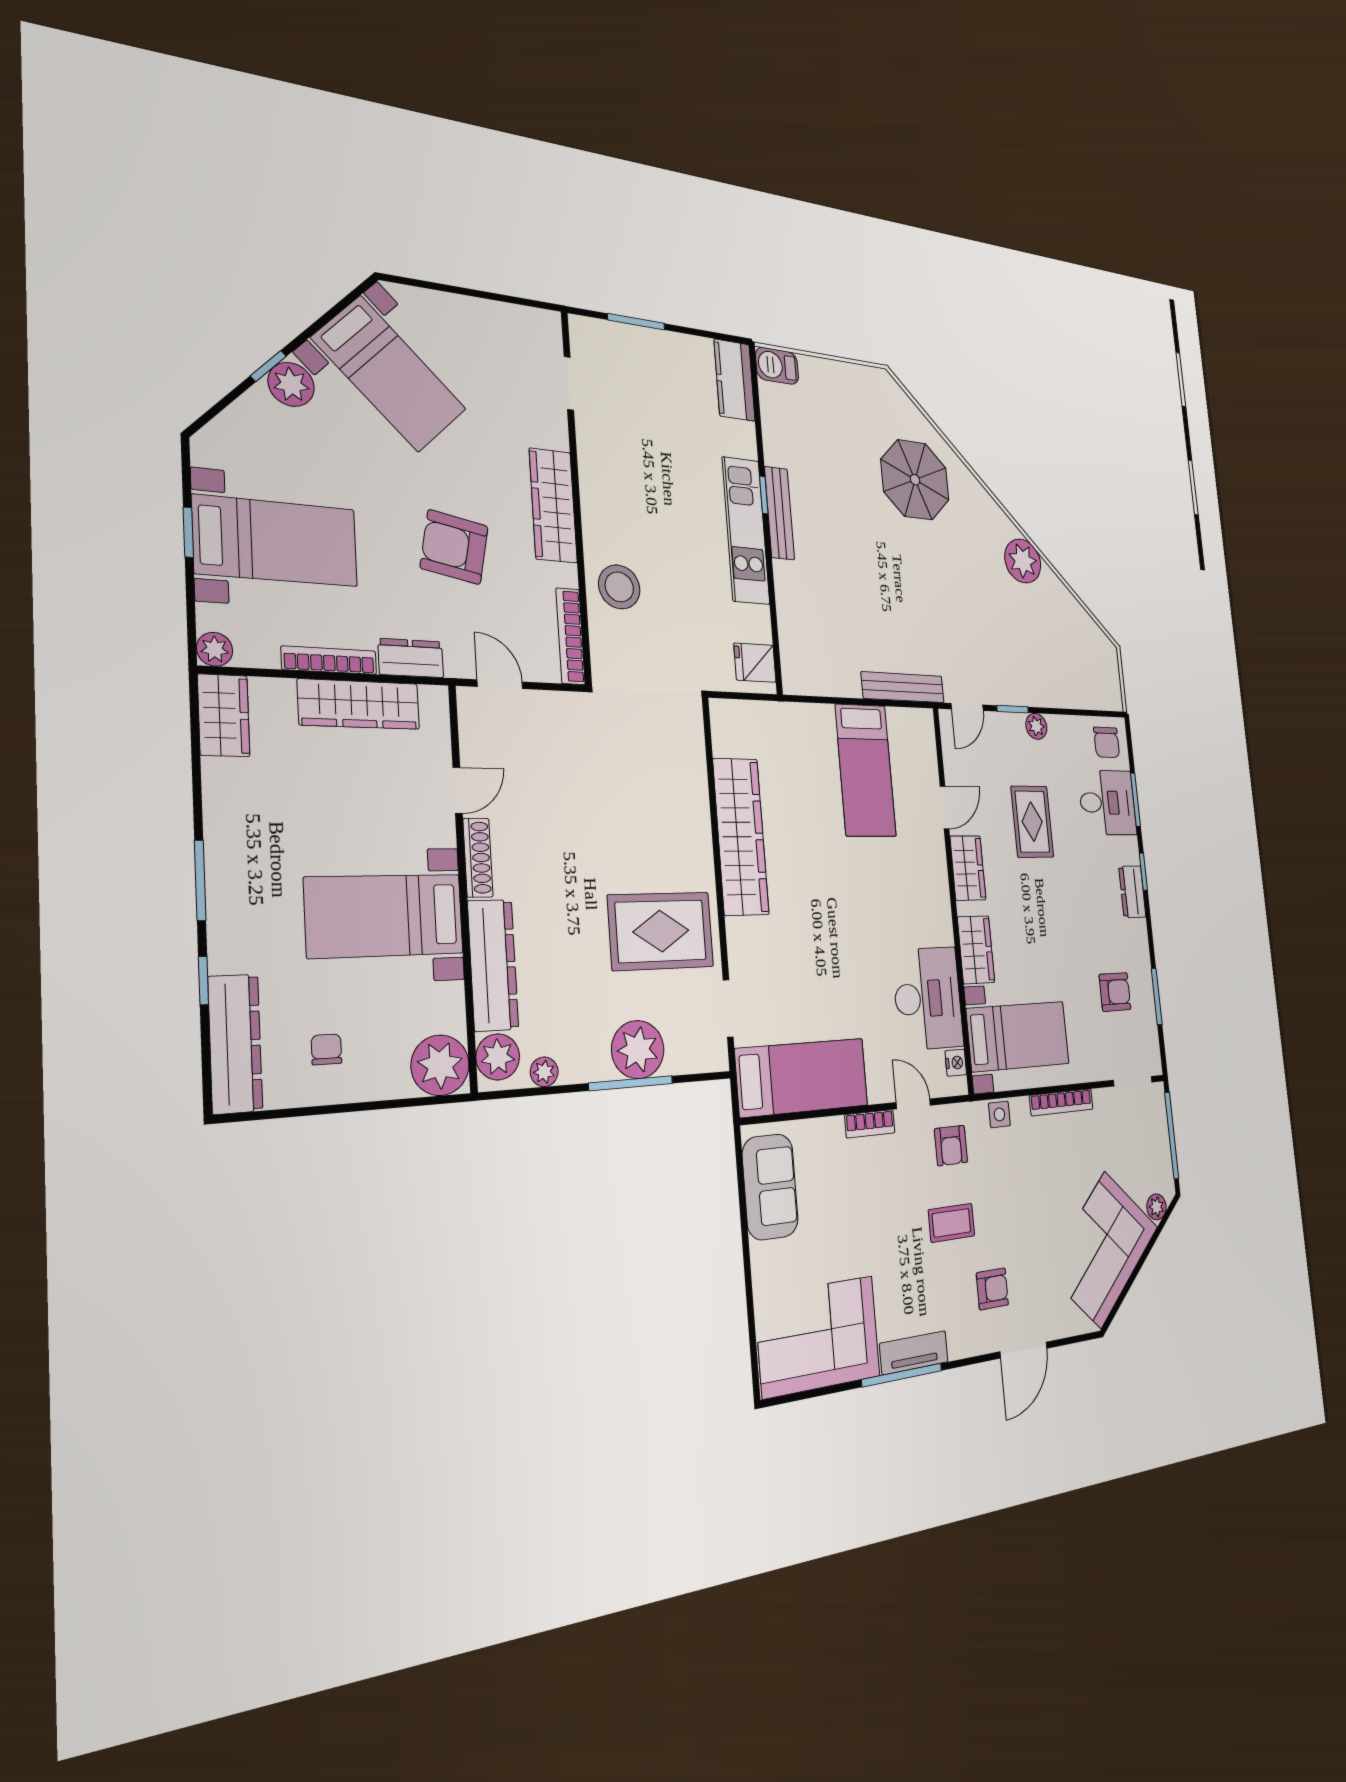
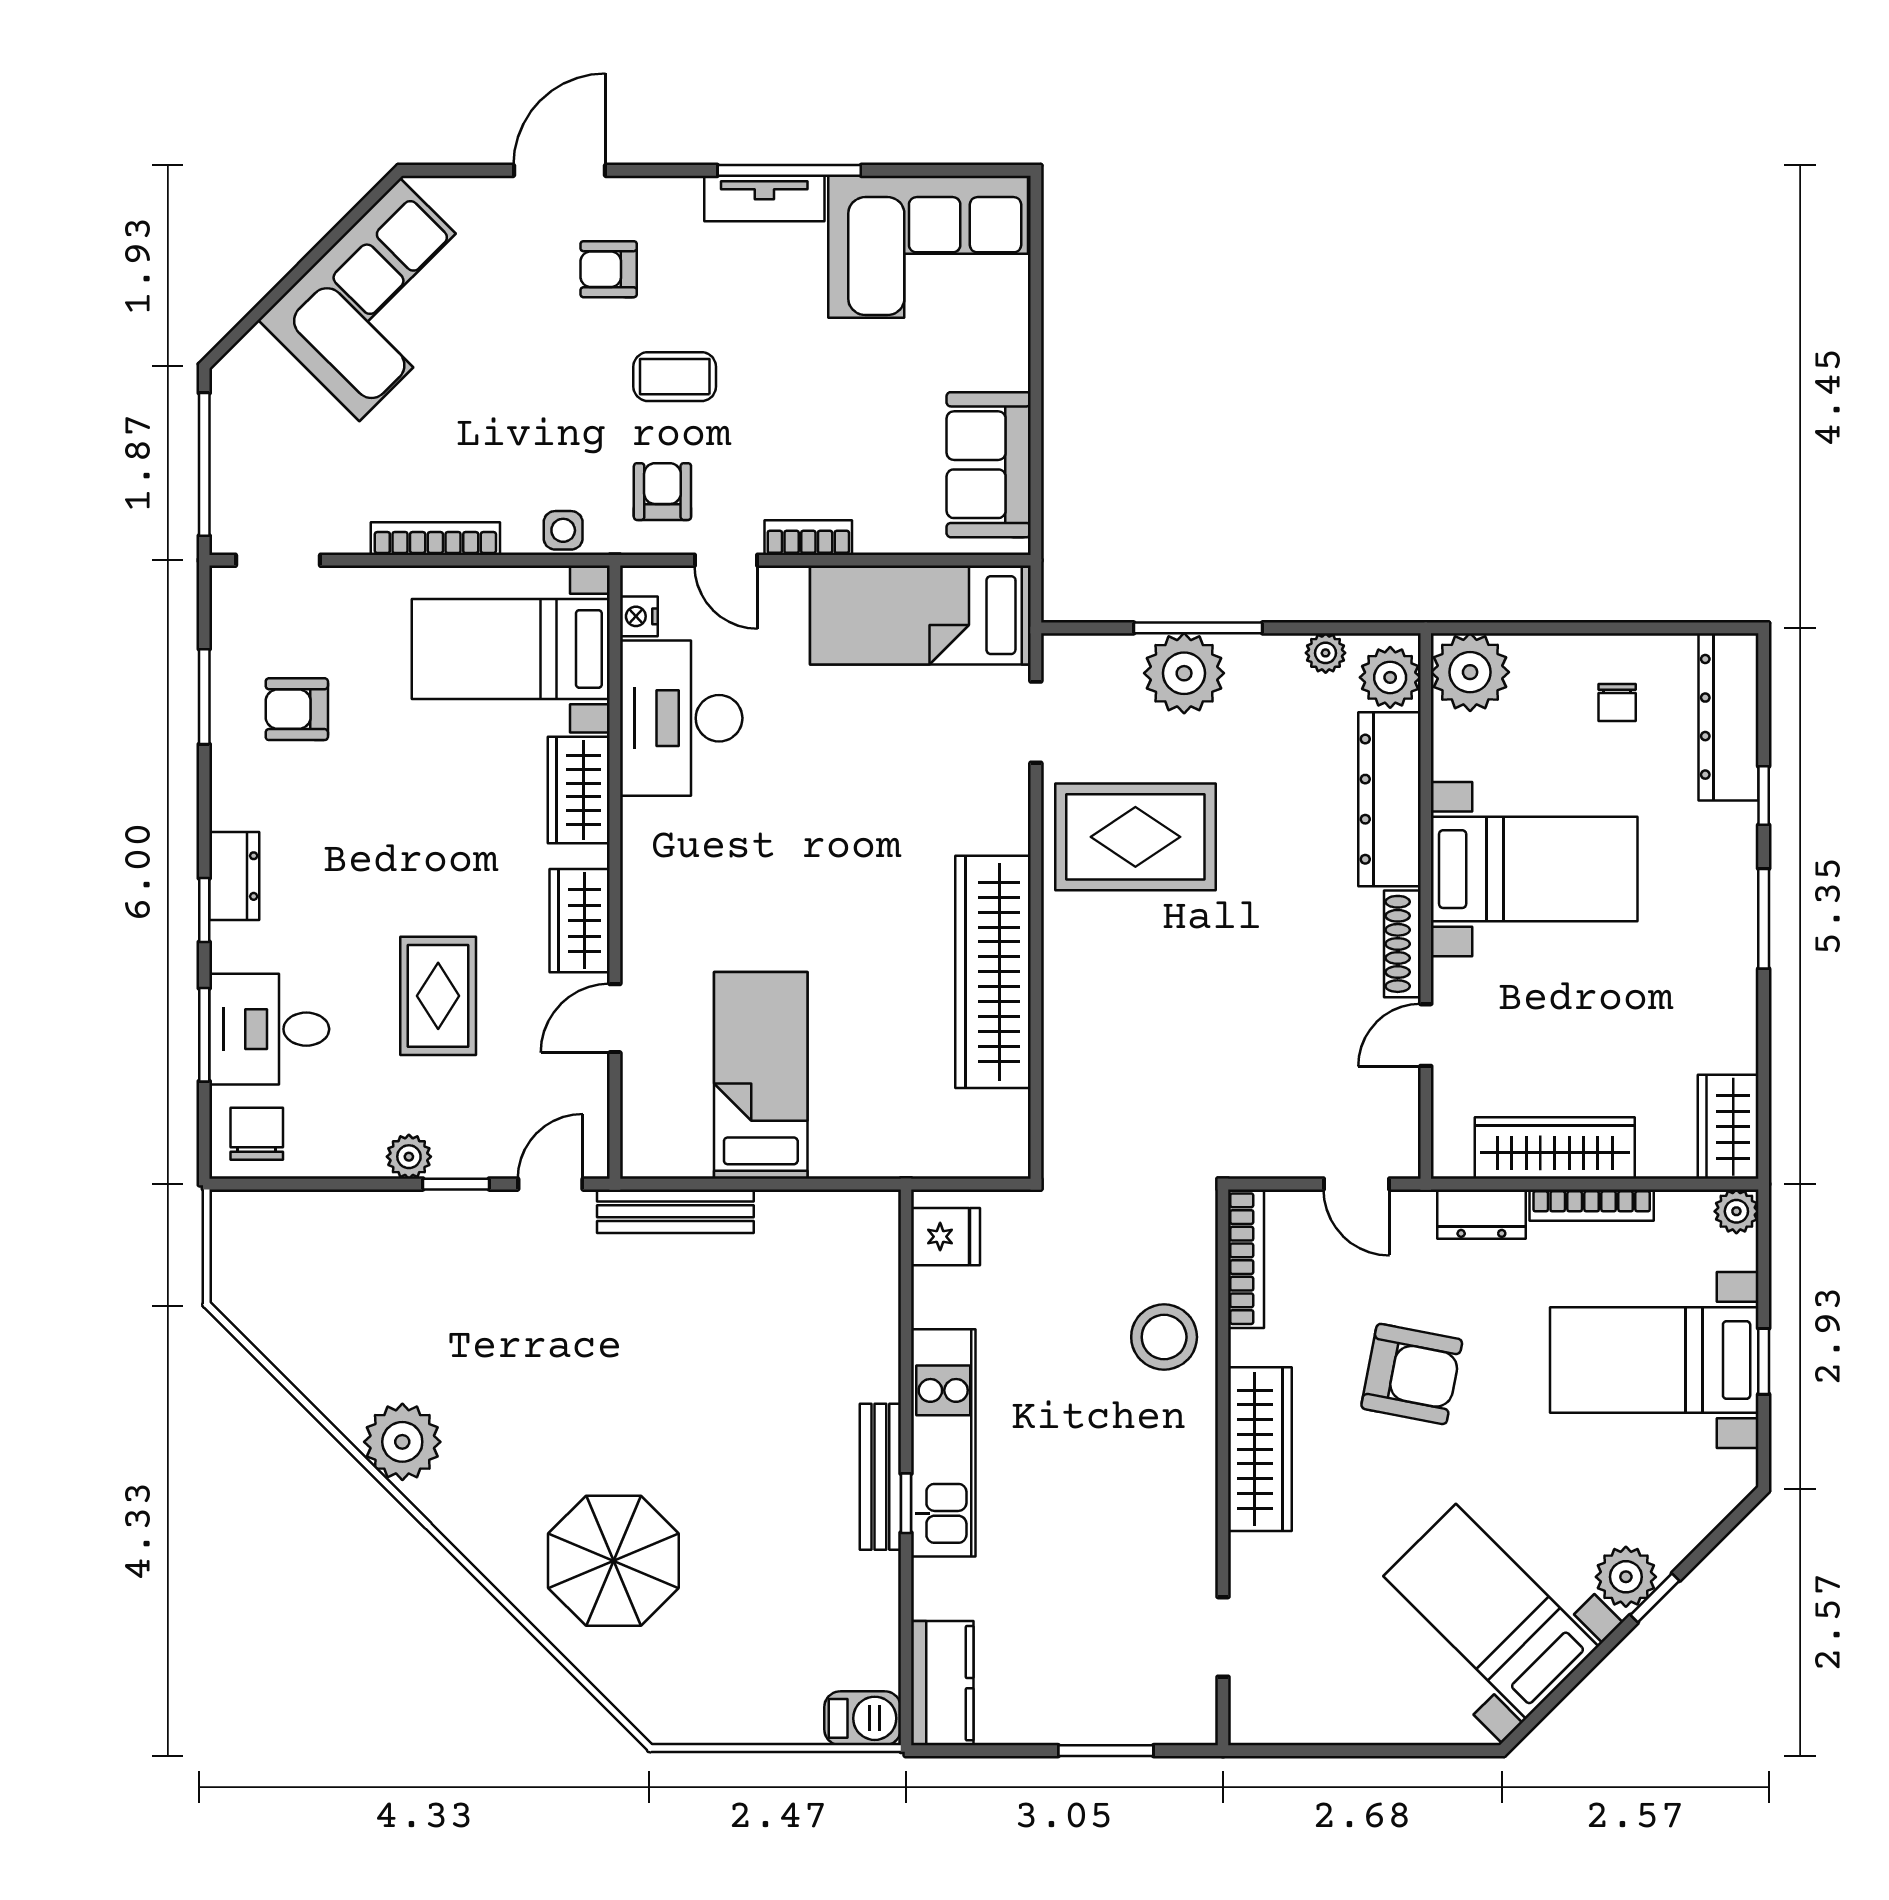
plant: (1156, 1207) -> (255, 353), removed

